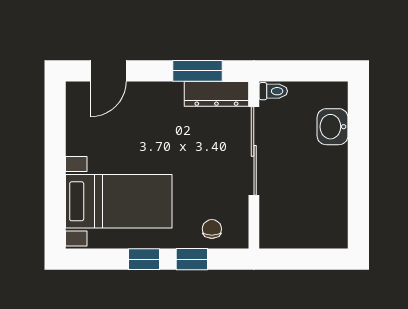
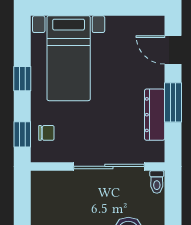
window: (198, 71) -> (173, 102), moved
dresser: (216, 94) -> (155, 115), moved
window: (192, 259) -> (22, 134), moved

